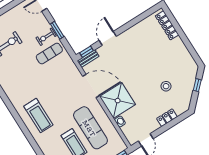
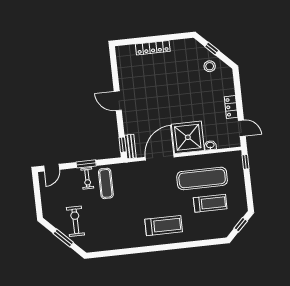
locker: (167, 25) -> (153, 48), moved
door: (108, 38) -> (118, 101), moved
stool: (166, 86) -> (210, 66), moved
locker: (167, 118) -> (231, 107), moved

